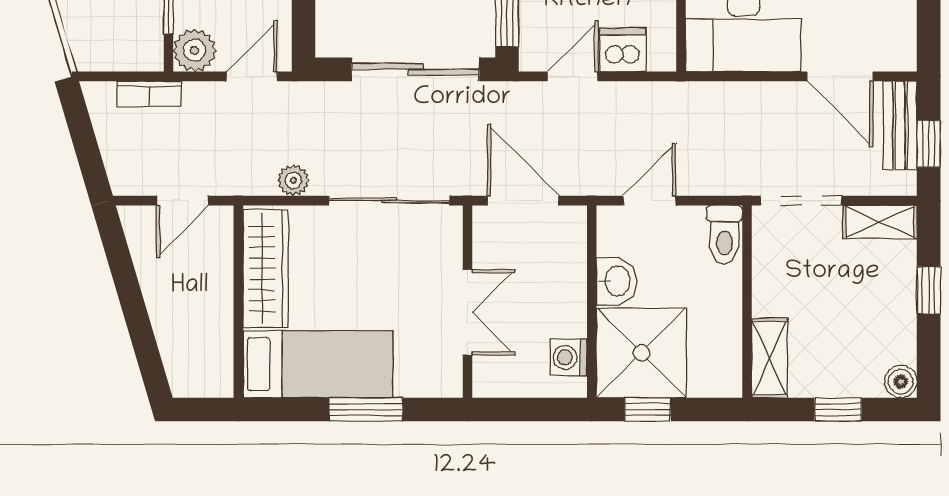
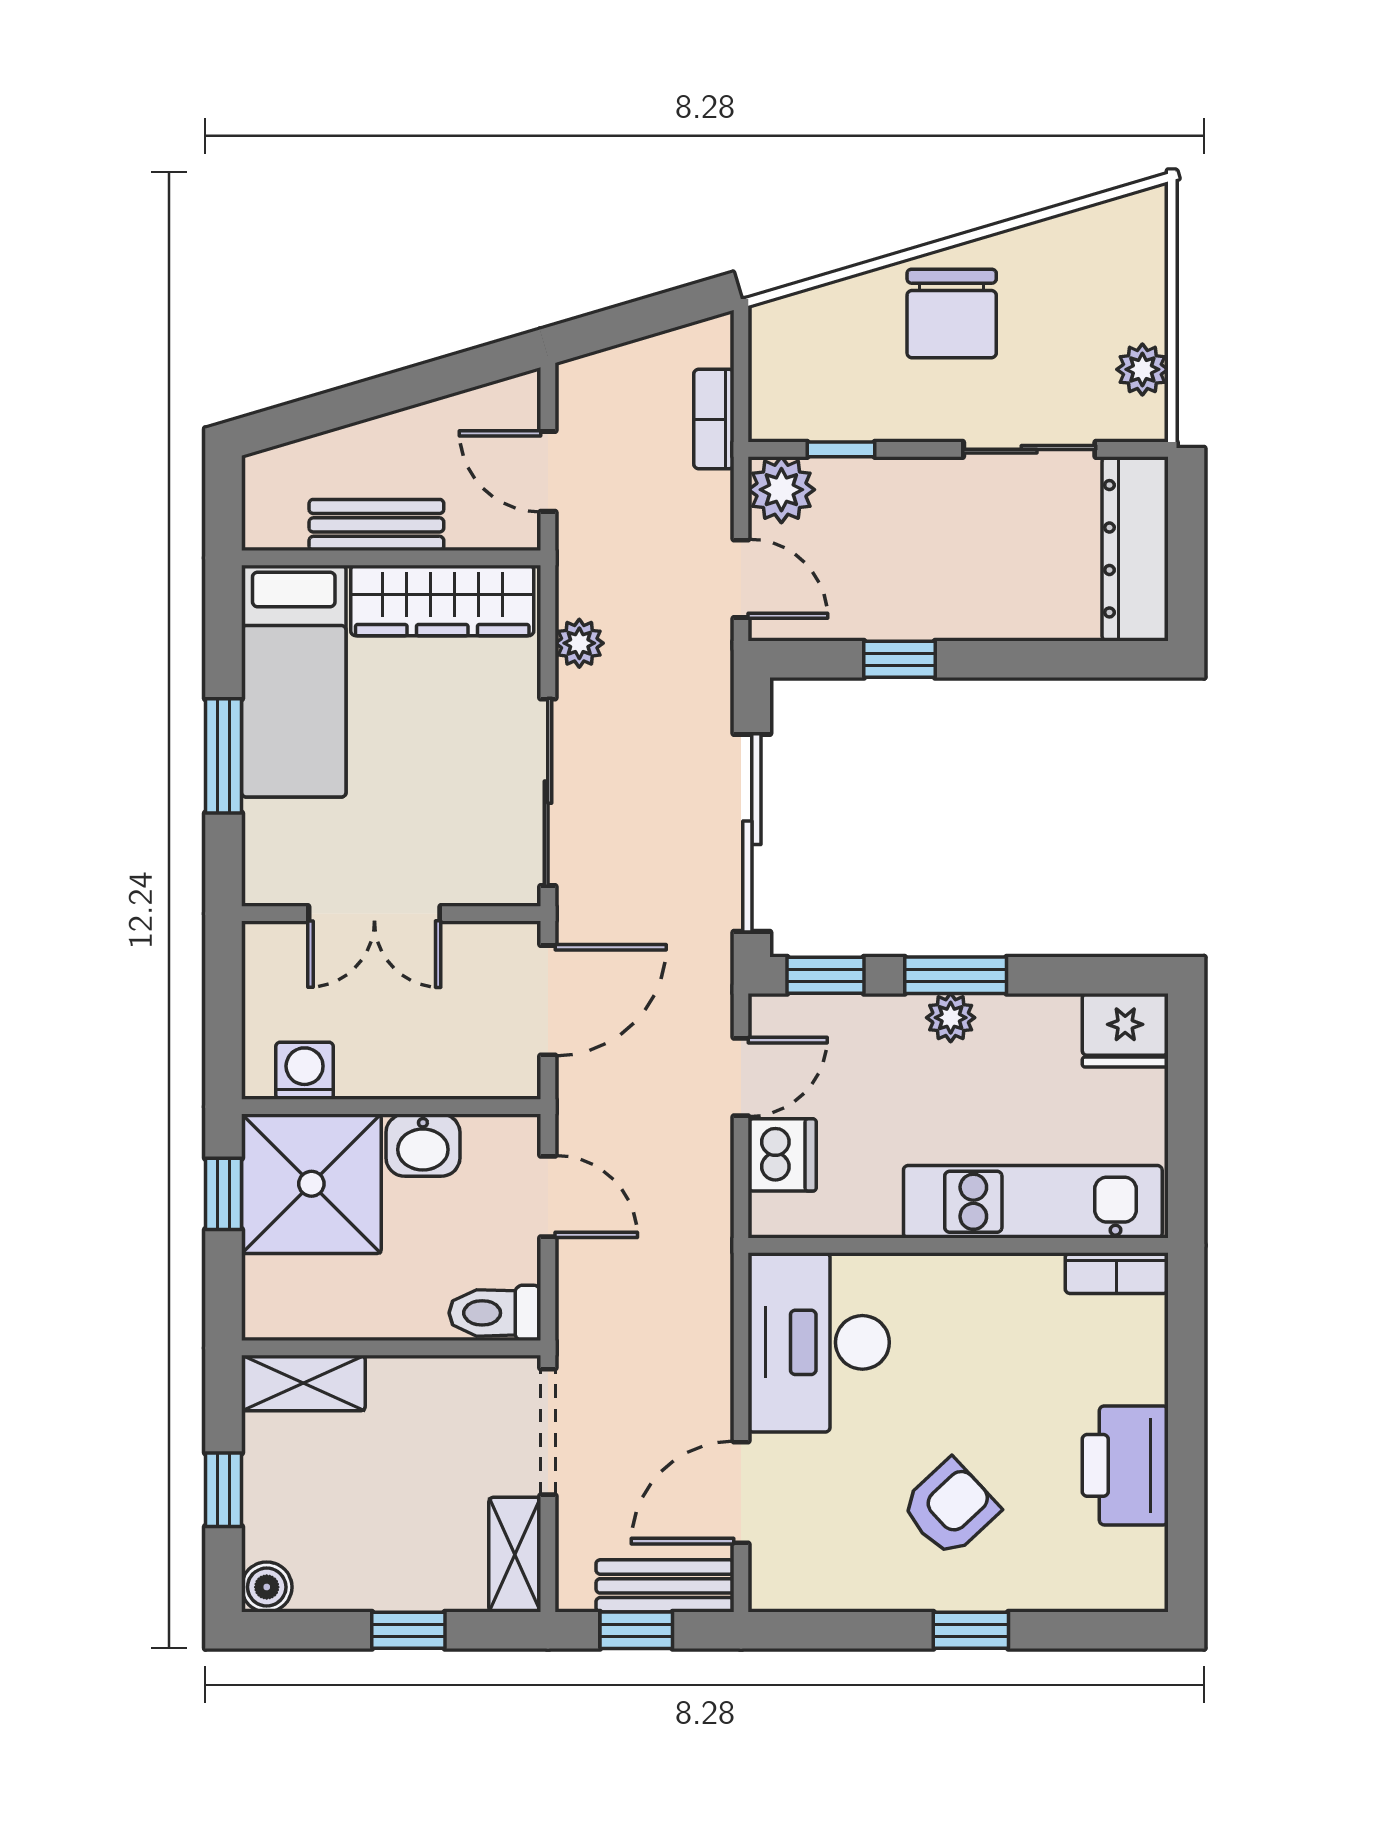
door: (573, 76) -> (741, 1077), hinge flipped
bench: (217, 311) -> (376, 525), added

